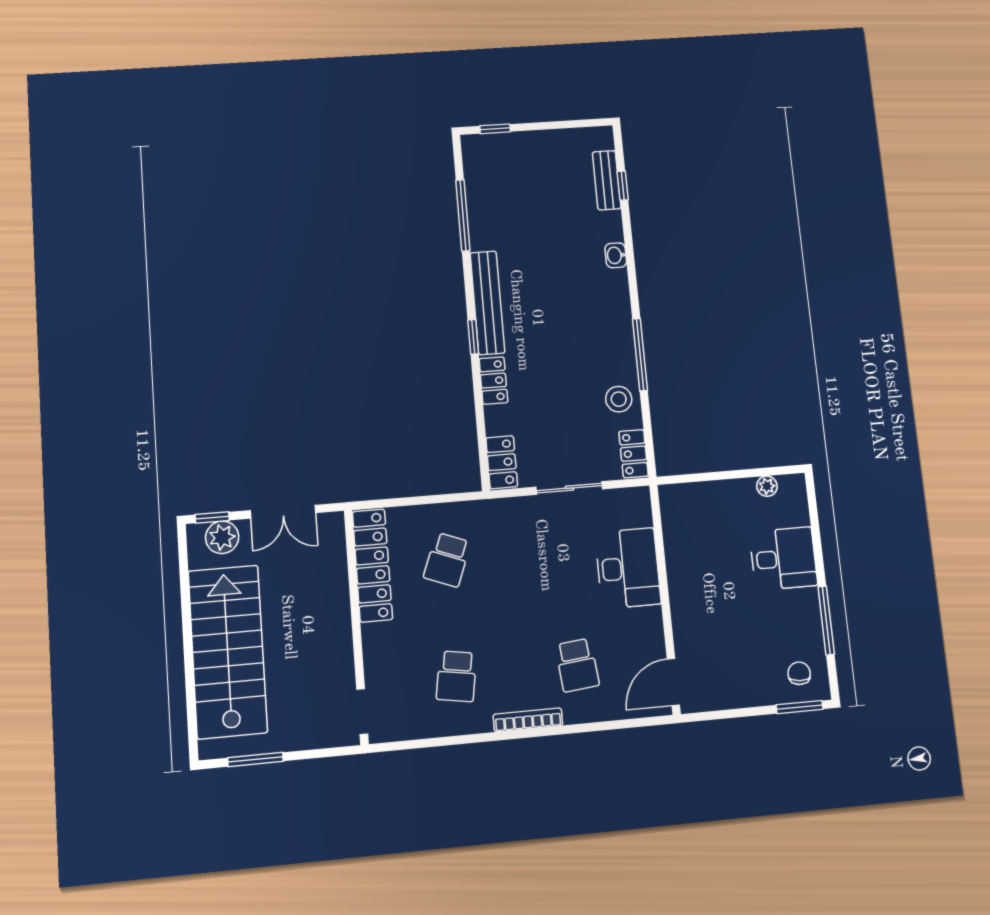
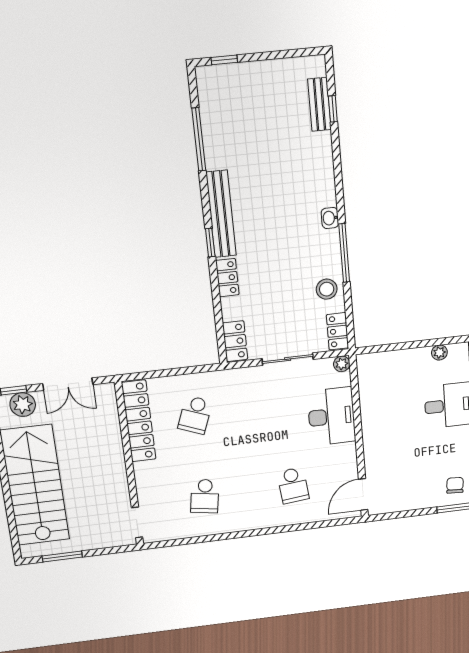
washbasin: (616, 255) -> (330, 218), moved
plant: (640, 497) -> (342, 364), added
bookcase: (528, 720) -> (257, 523), removed

